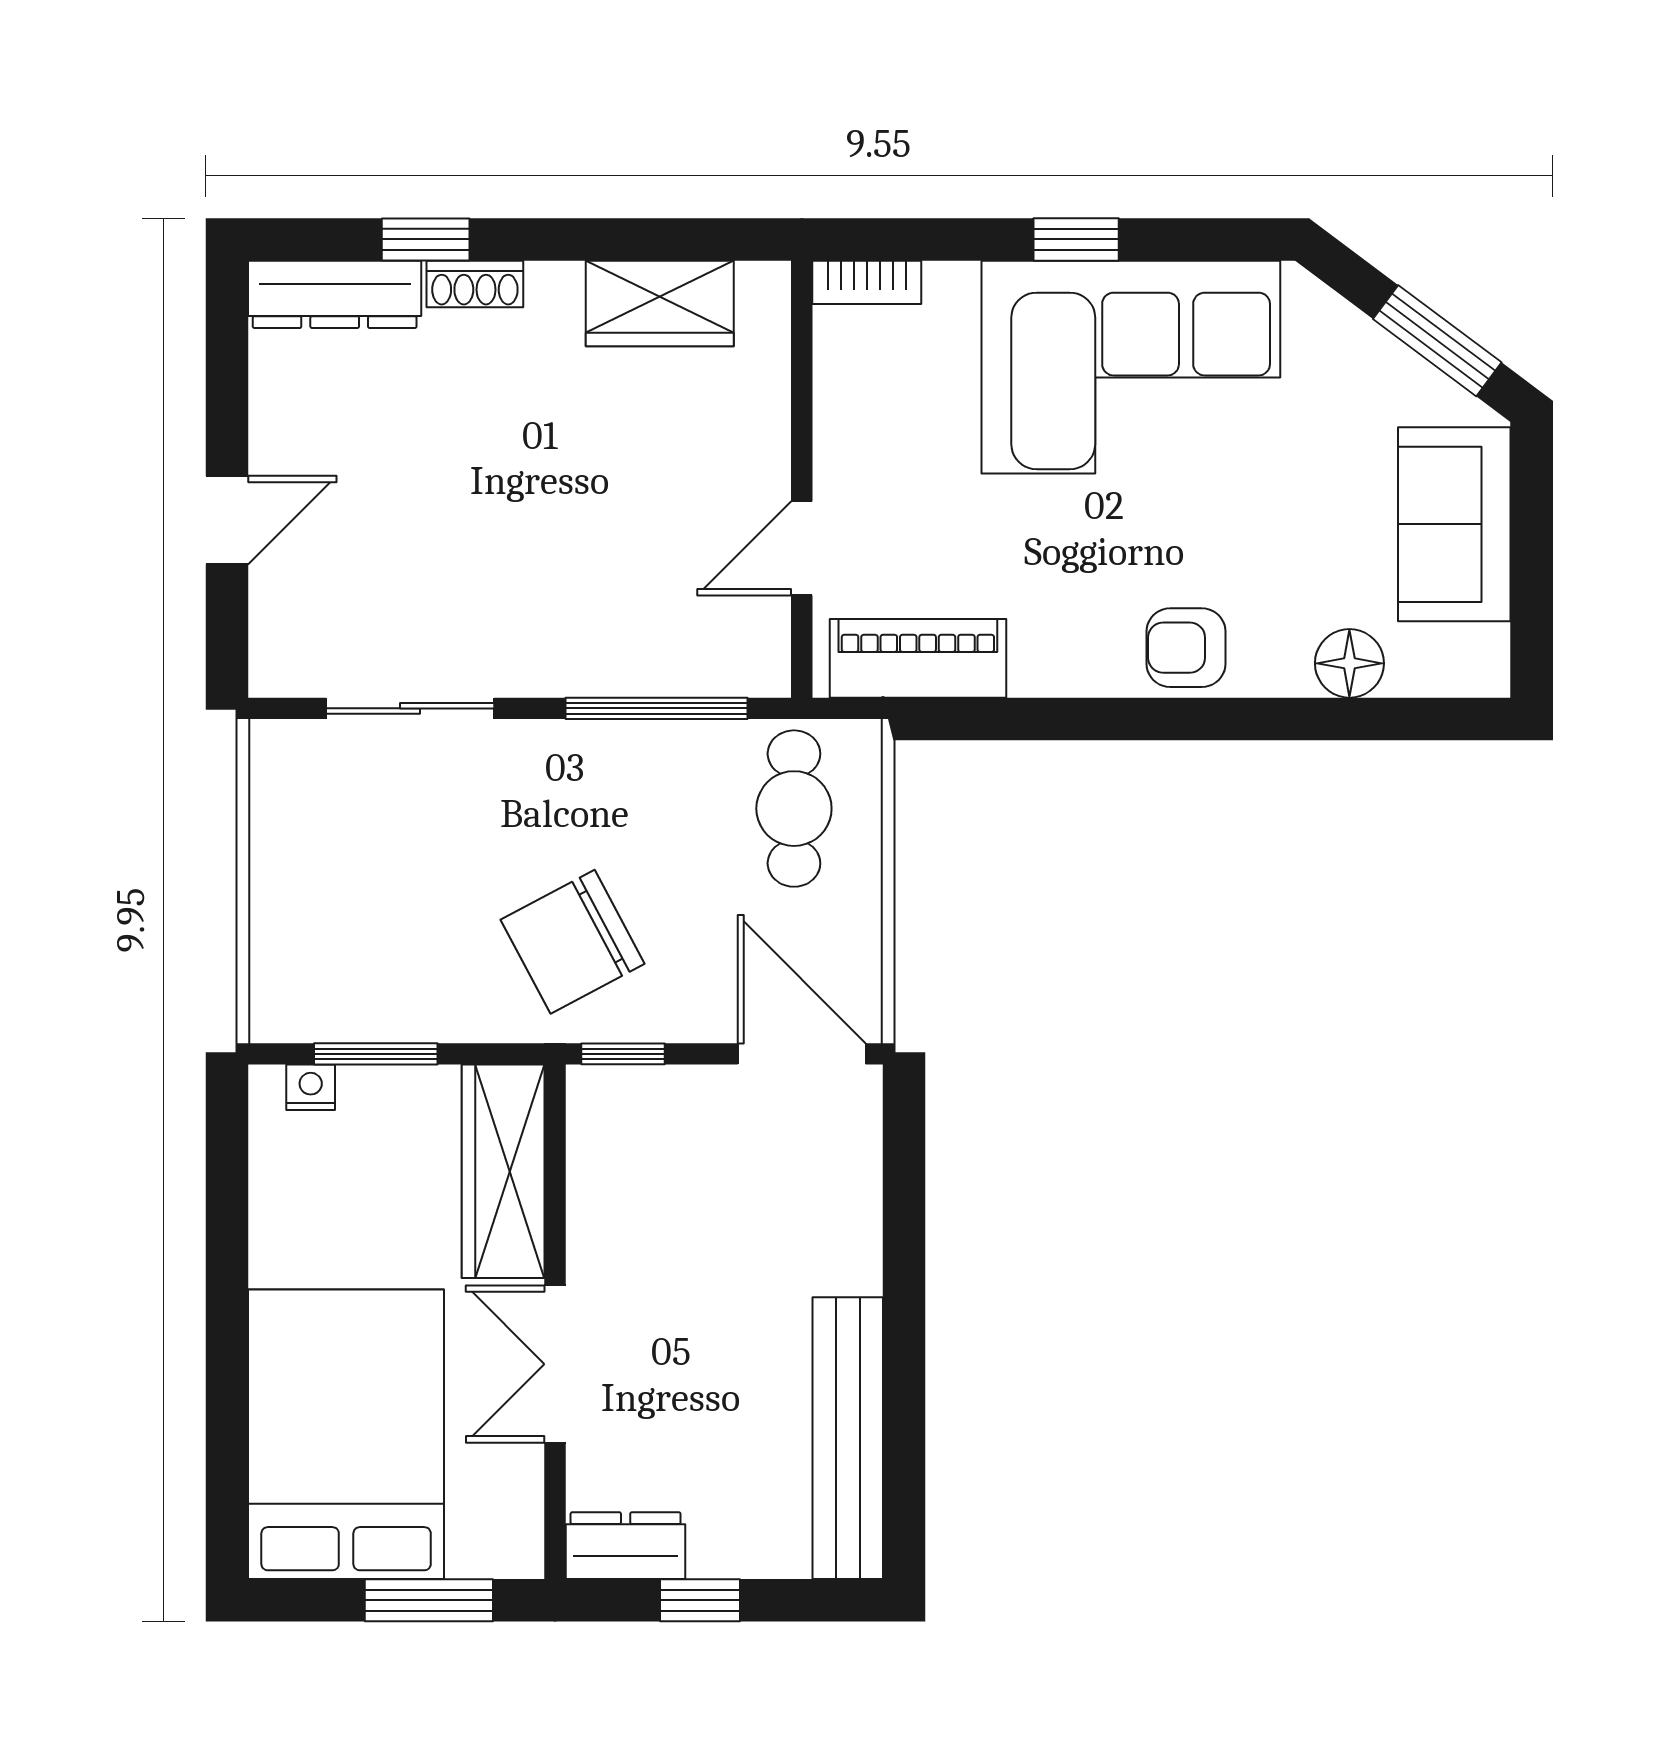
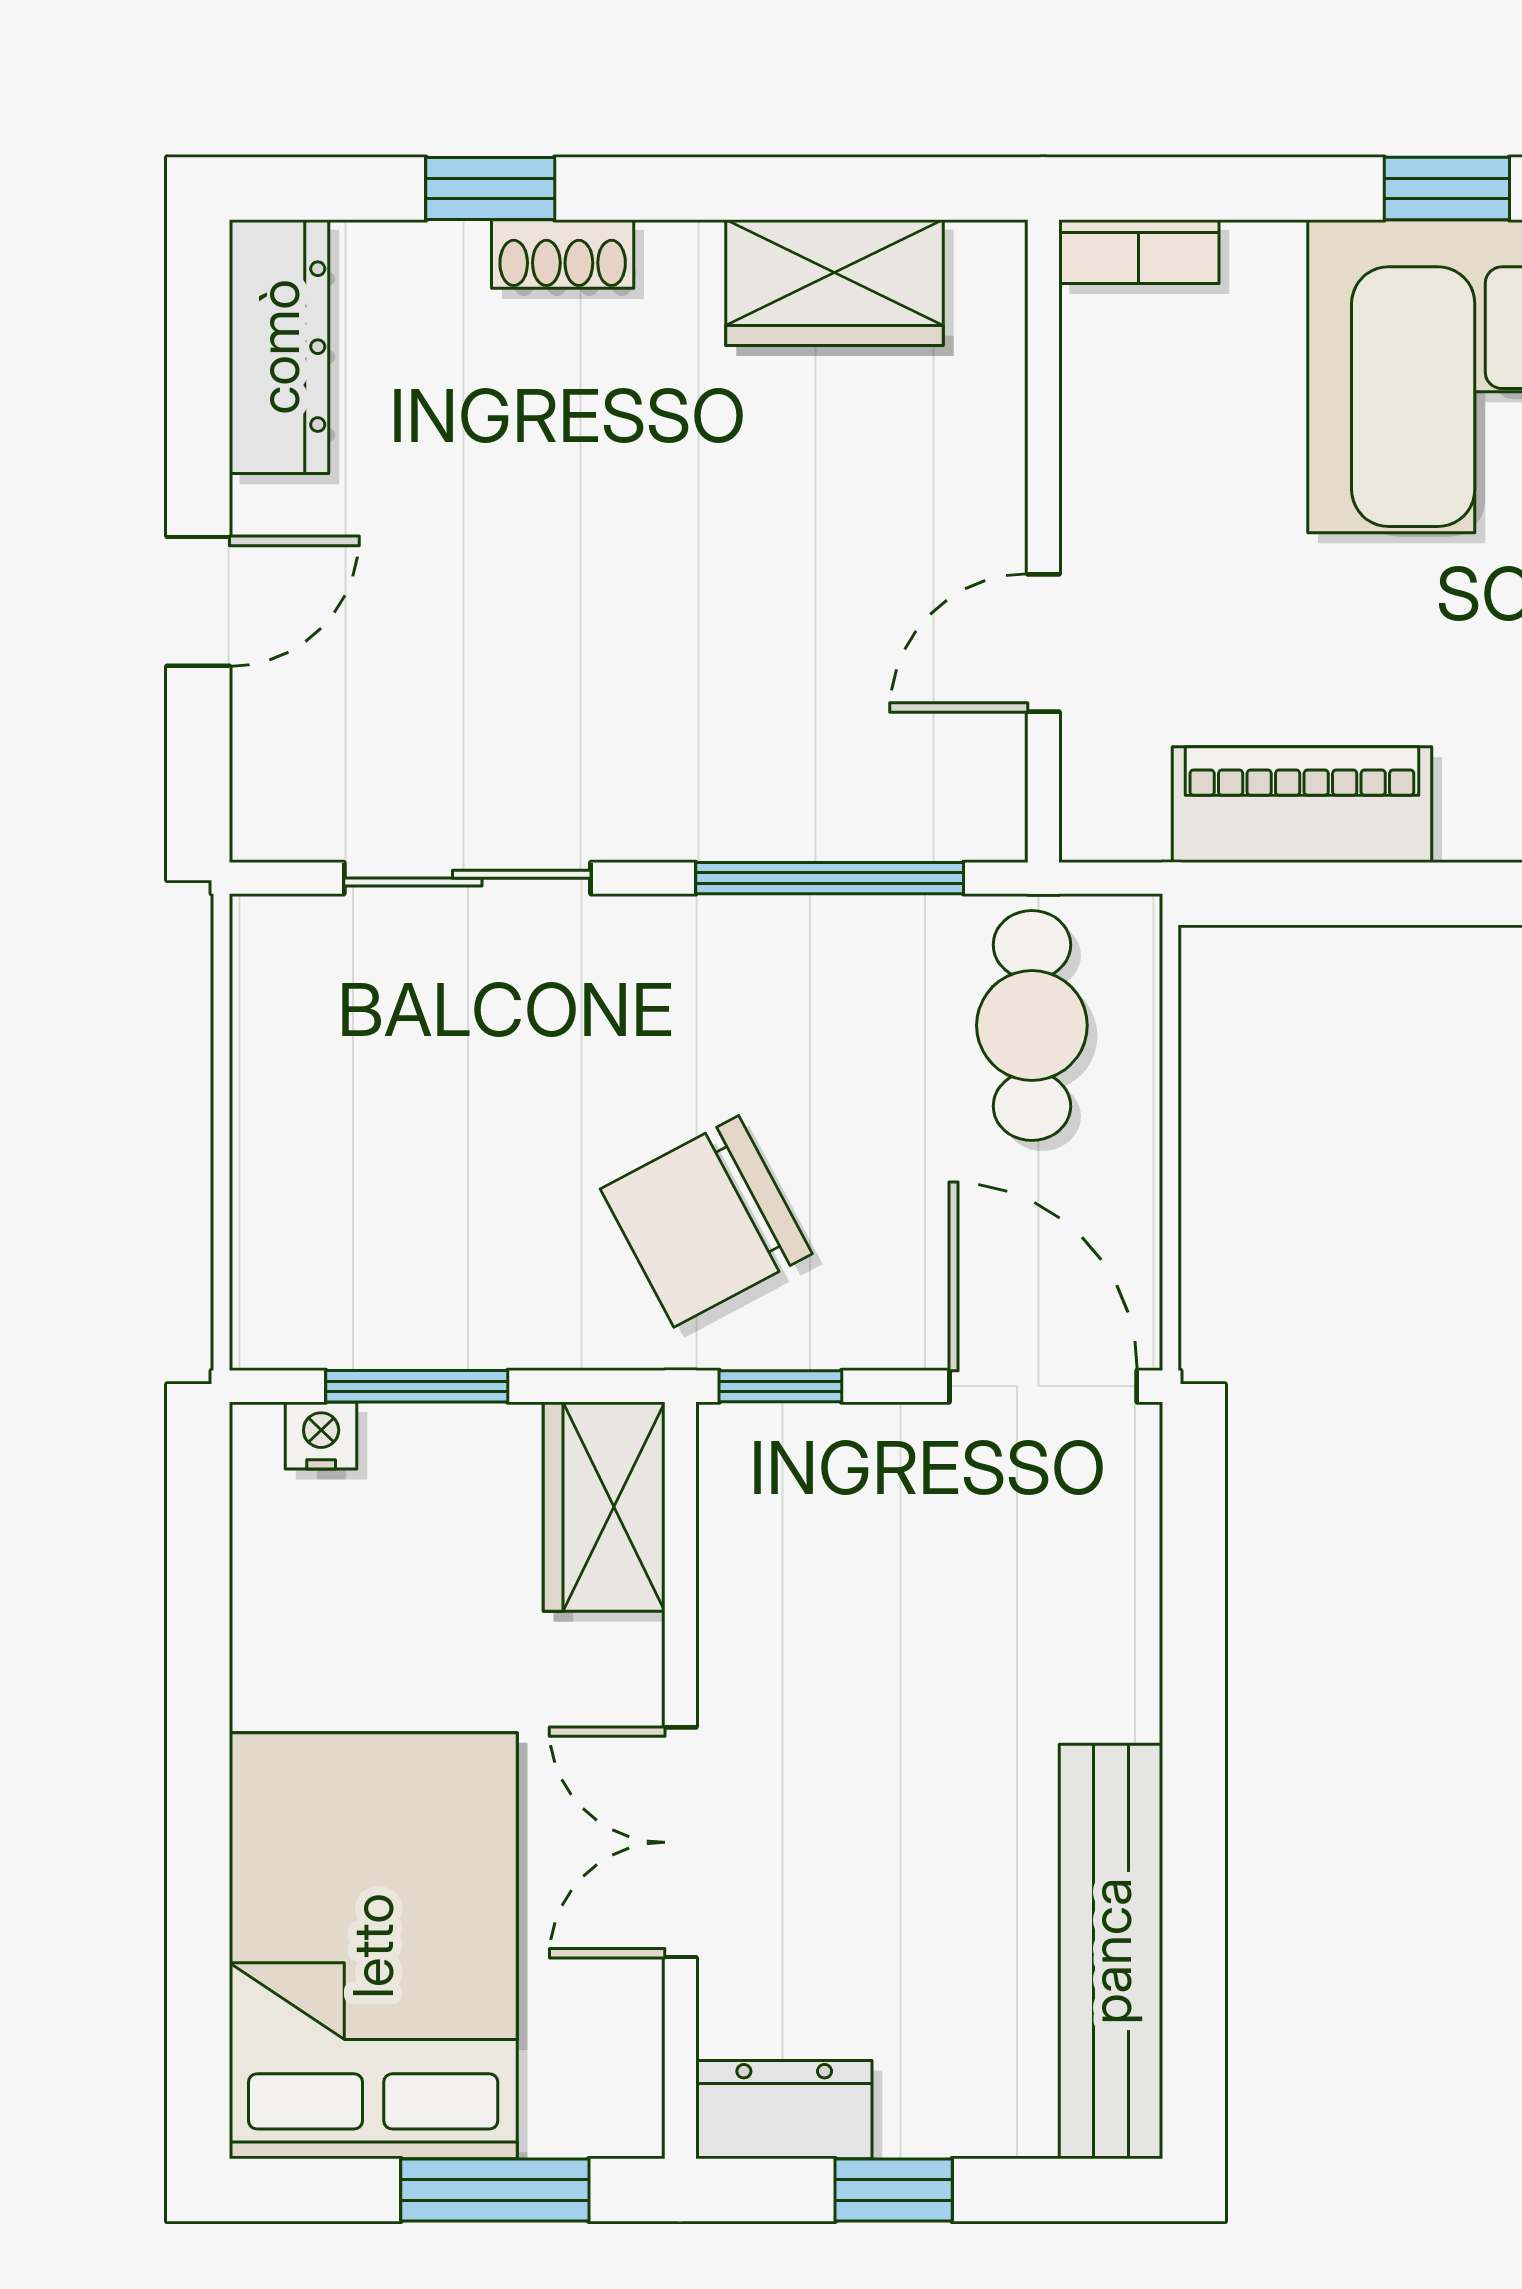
dresser: (335, 294) -> (279, 347), moved, turned -90
piano: (918, 658) -> (1302, 805), moved
wardrobe: (503, 1171) -> (604, 1507), width x0.67

